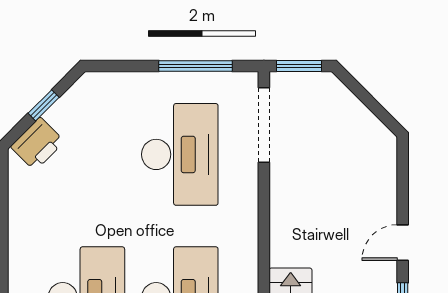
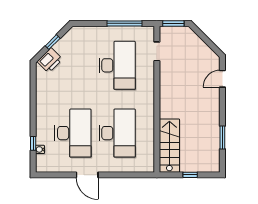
doorway: (264, 125) -> (157, 51), width x0.53
door: (403, 243) -> (222, 79), moved

